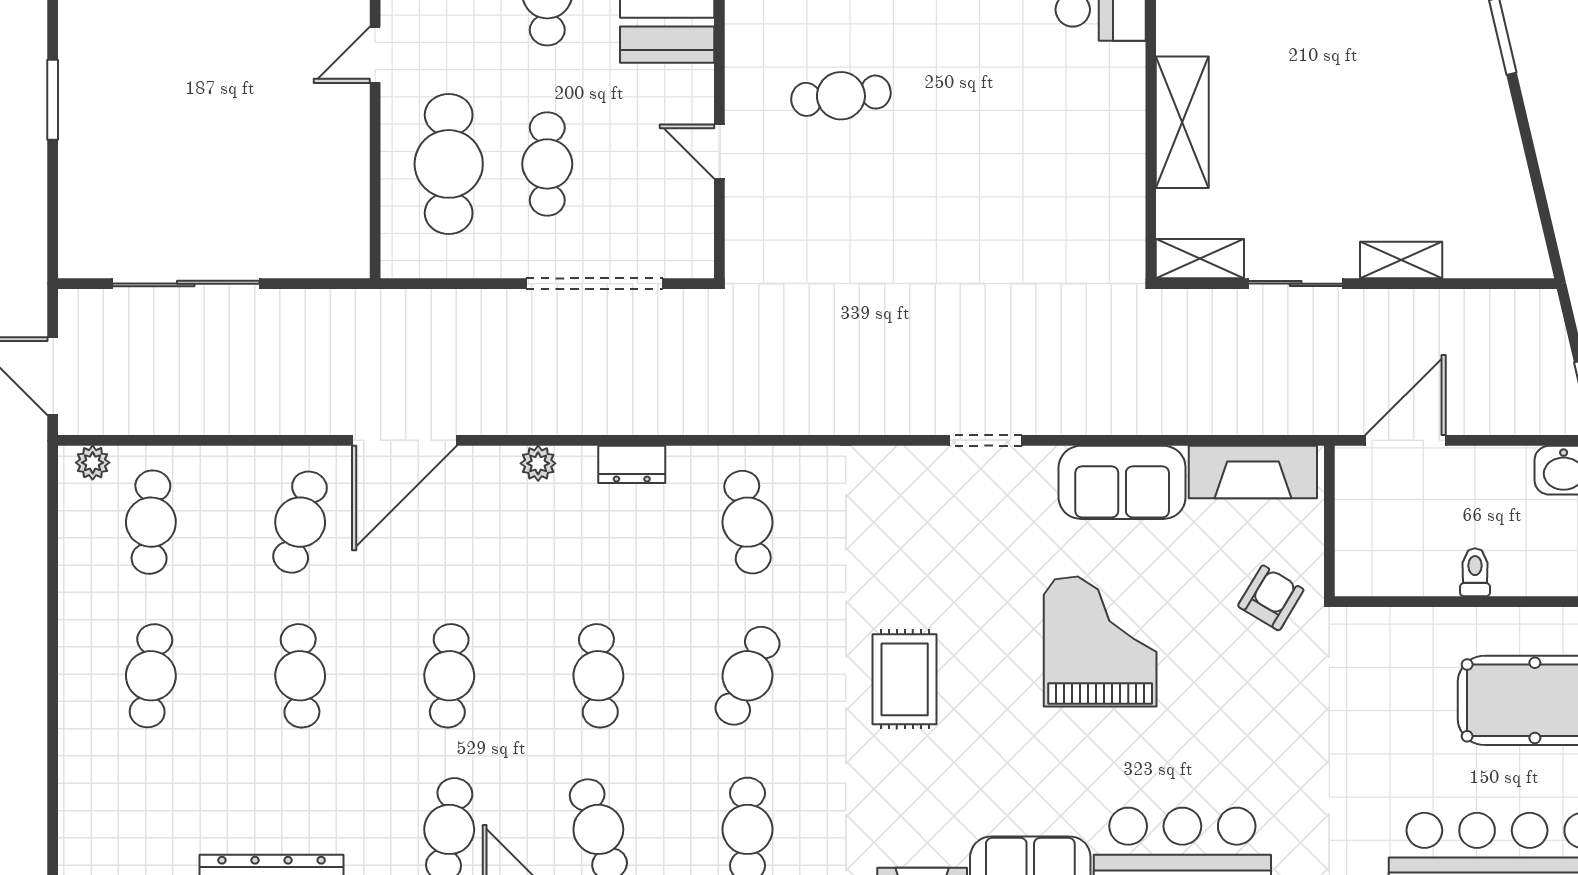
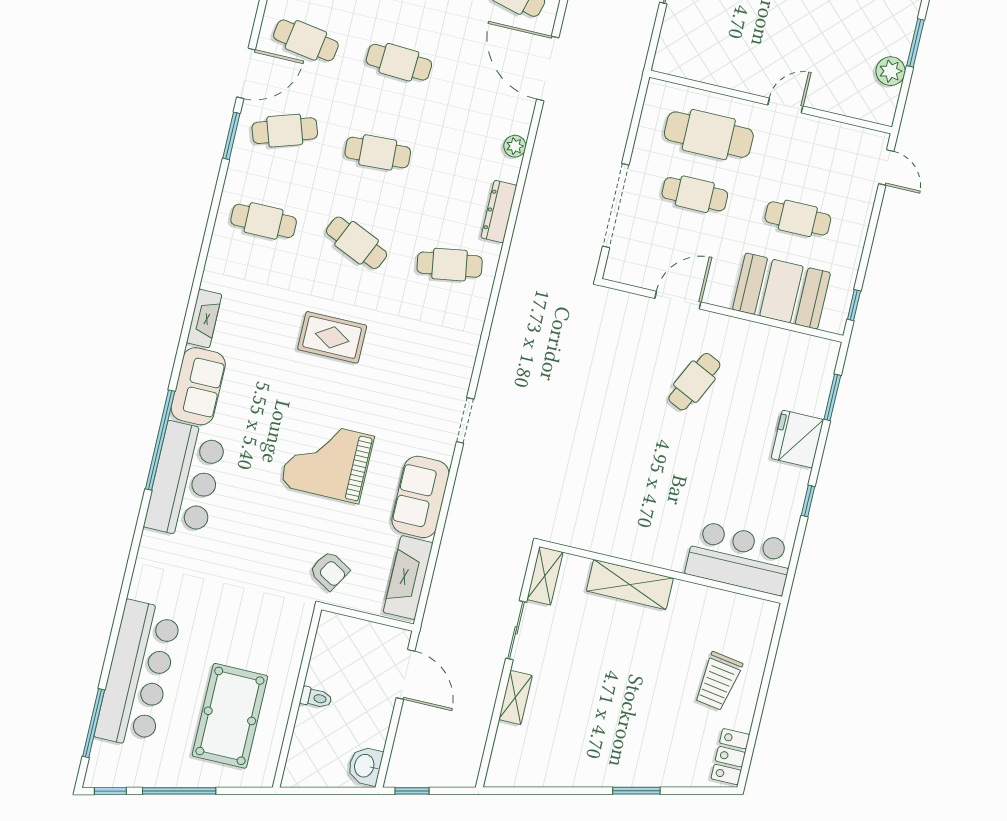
door: (375, 55) -> (785, 106), hinge flipped
cafe table: (841, 96) -> (694, 382), turned 32
door: (719, 151) -> (678, 300), width x1.37
dresser: (632, 464) -> (499, 212), width x1.44
grand piano: (1100, 641) -> (327, 461), turned 180

